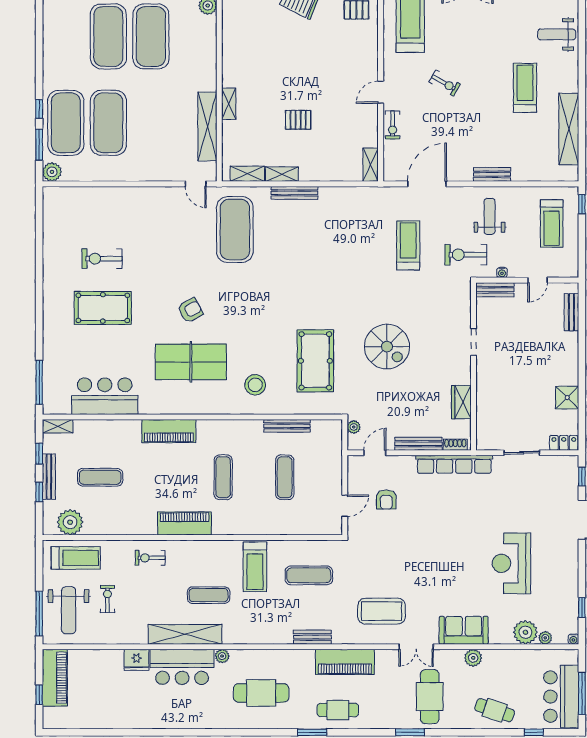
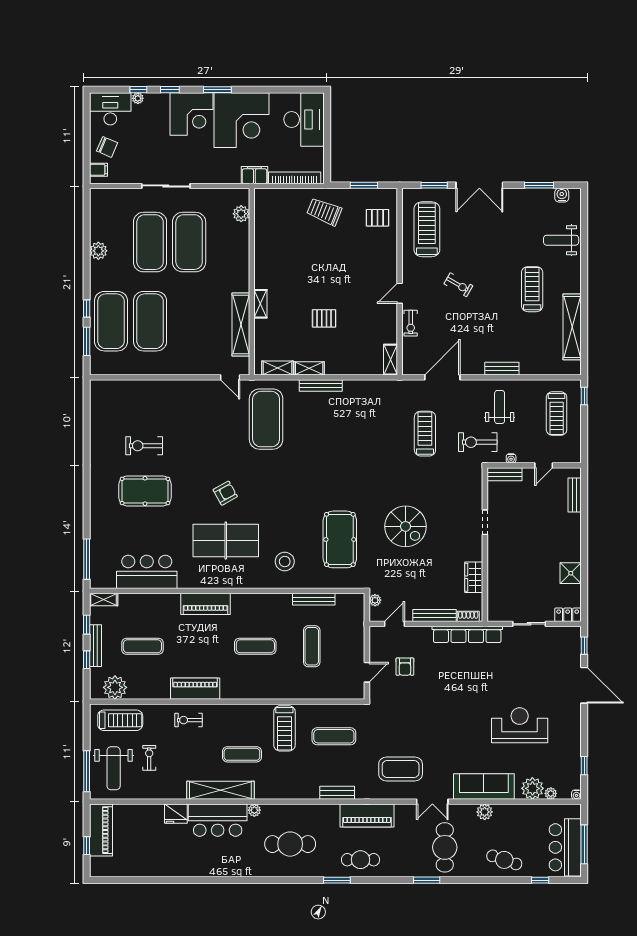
plant: (52, 172) -> (98, 251), moved
exercise mat: (223, 477) -> (255, 646), turned 90
piano: (185, 523) -> (195, 689), moved
reception desk: (511, 563) -> (520, 725), turned 90
sofa: (464, 630) -> (484, 787), width x1.36

